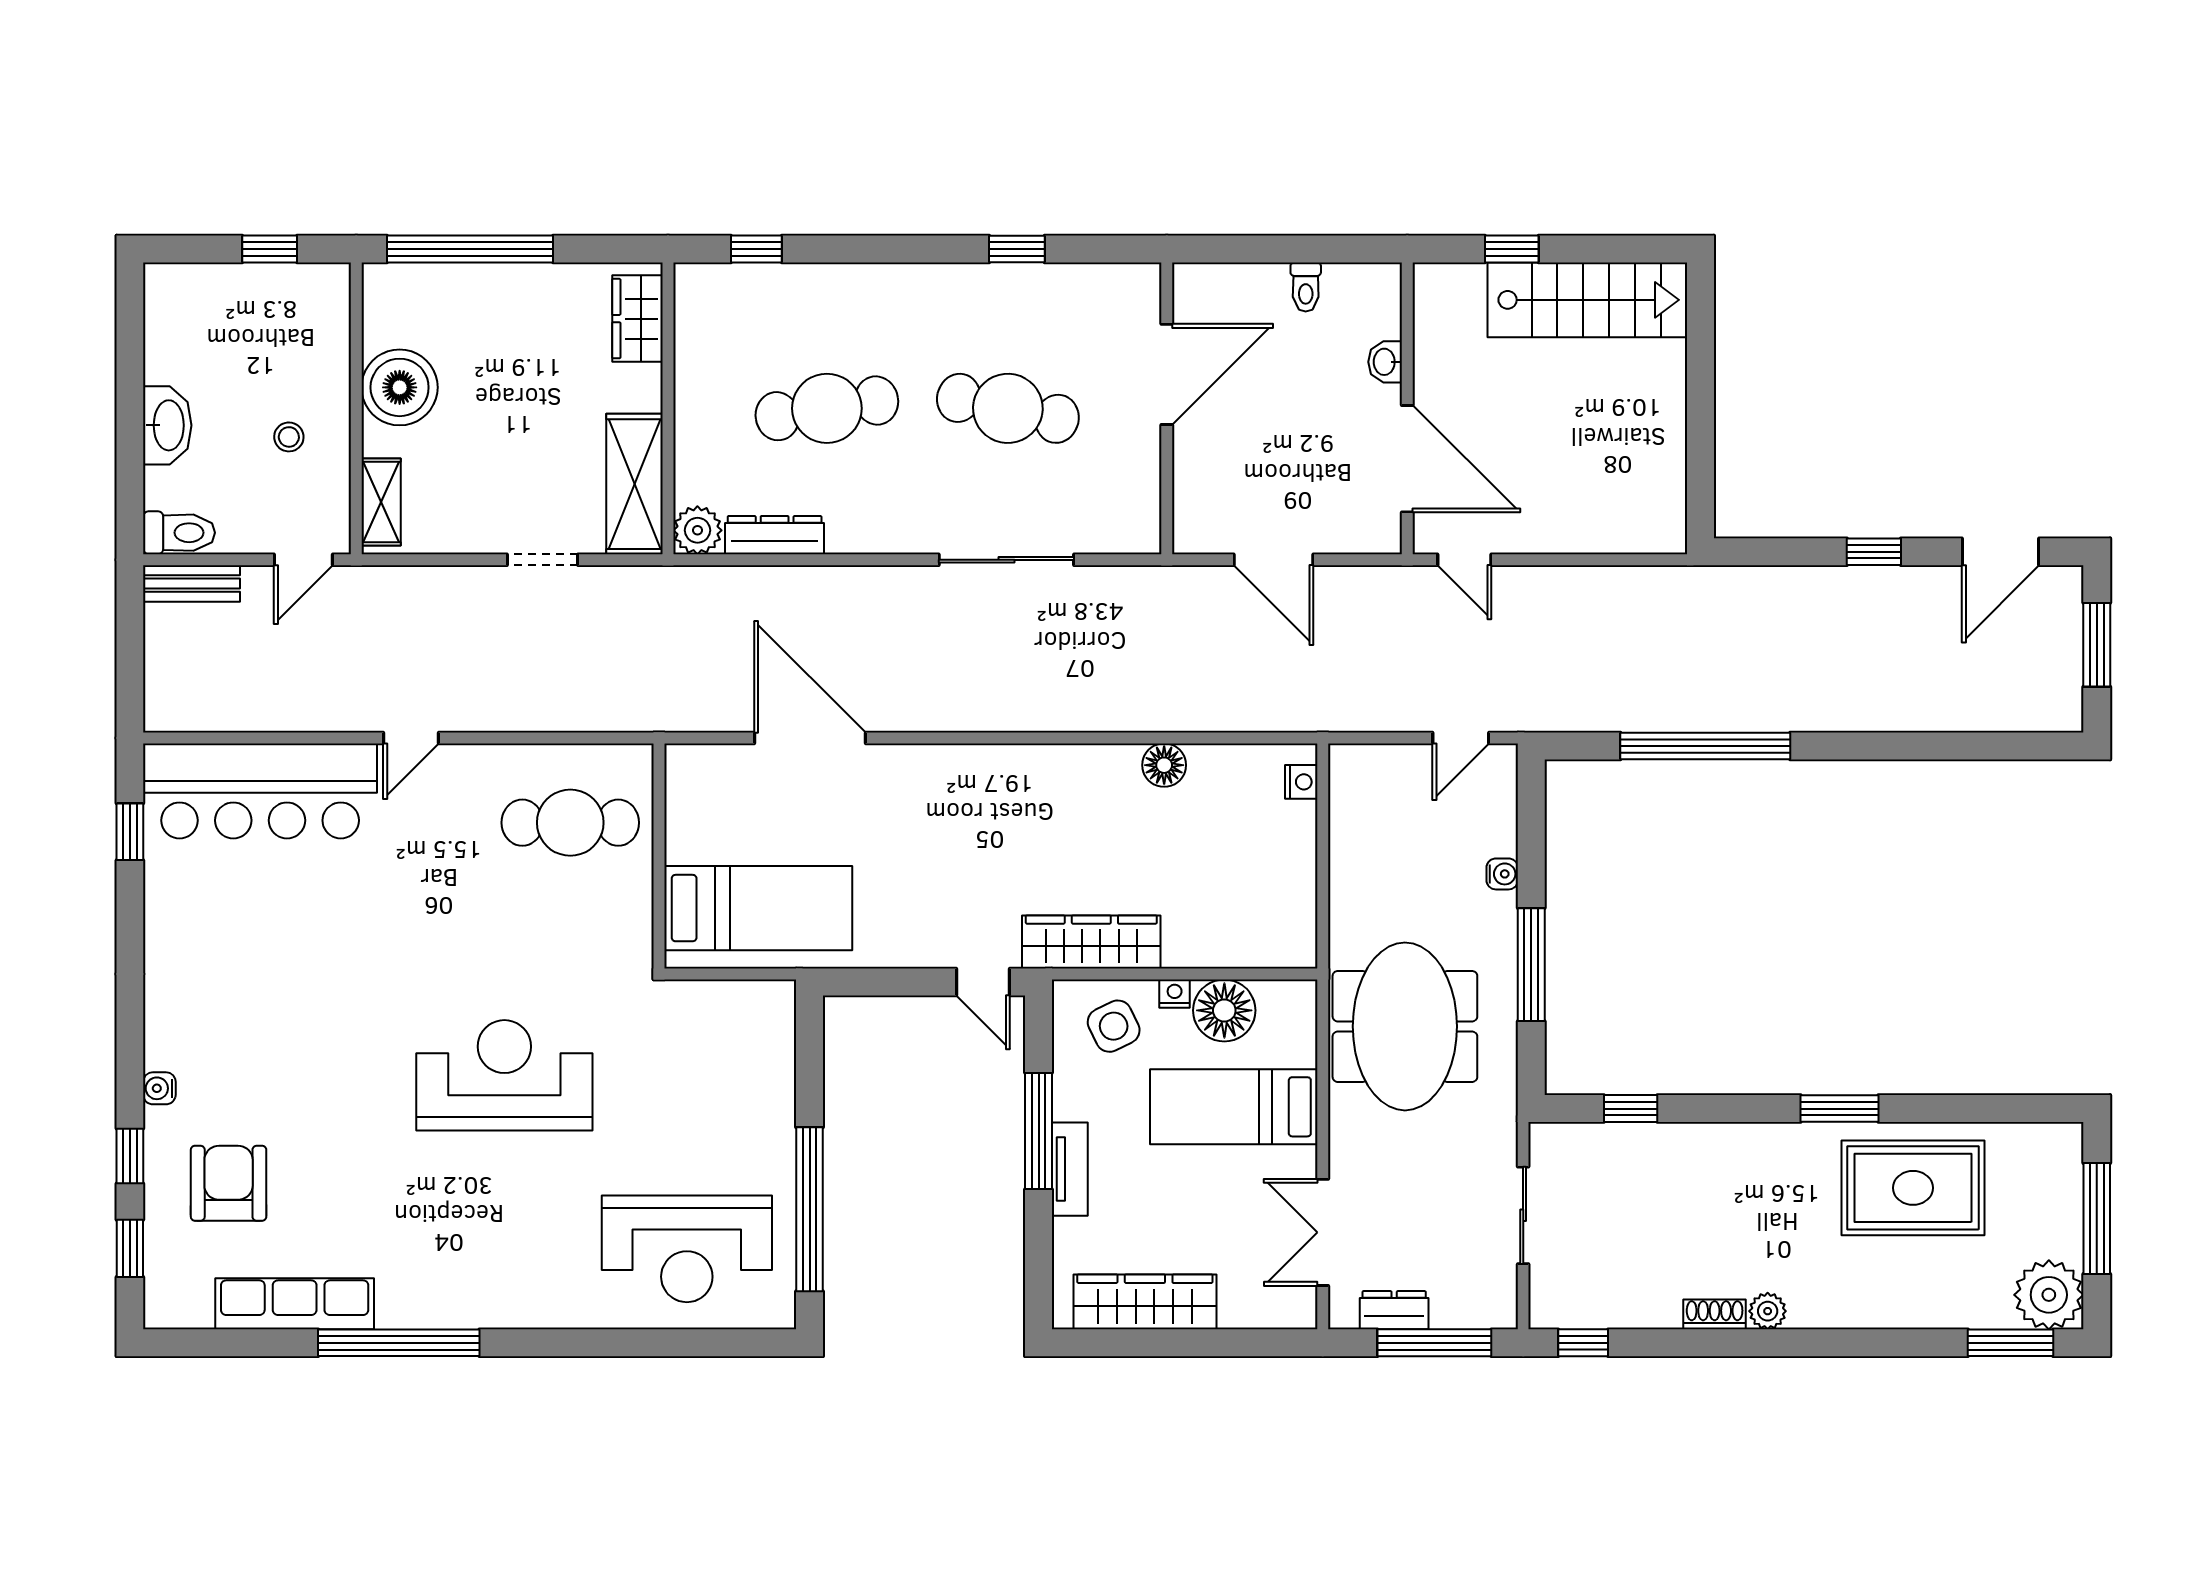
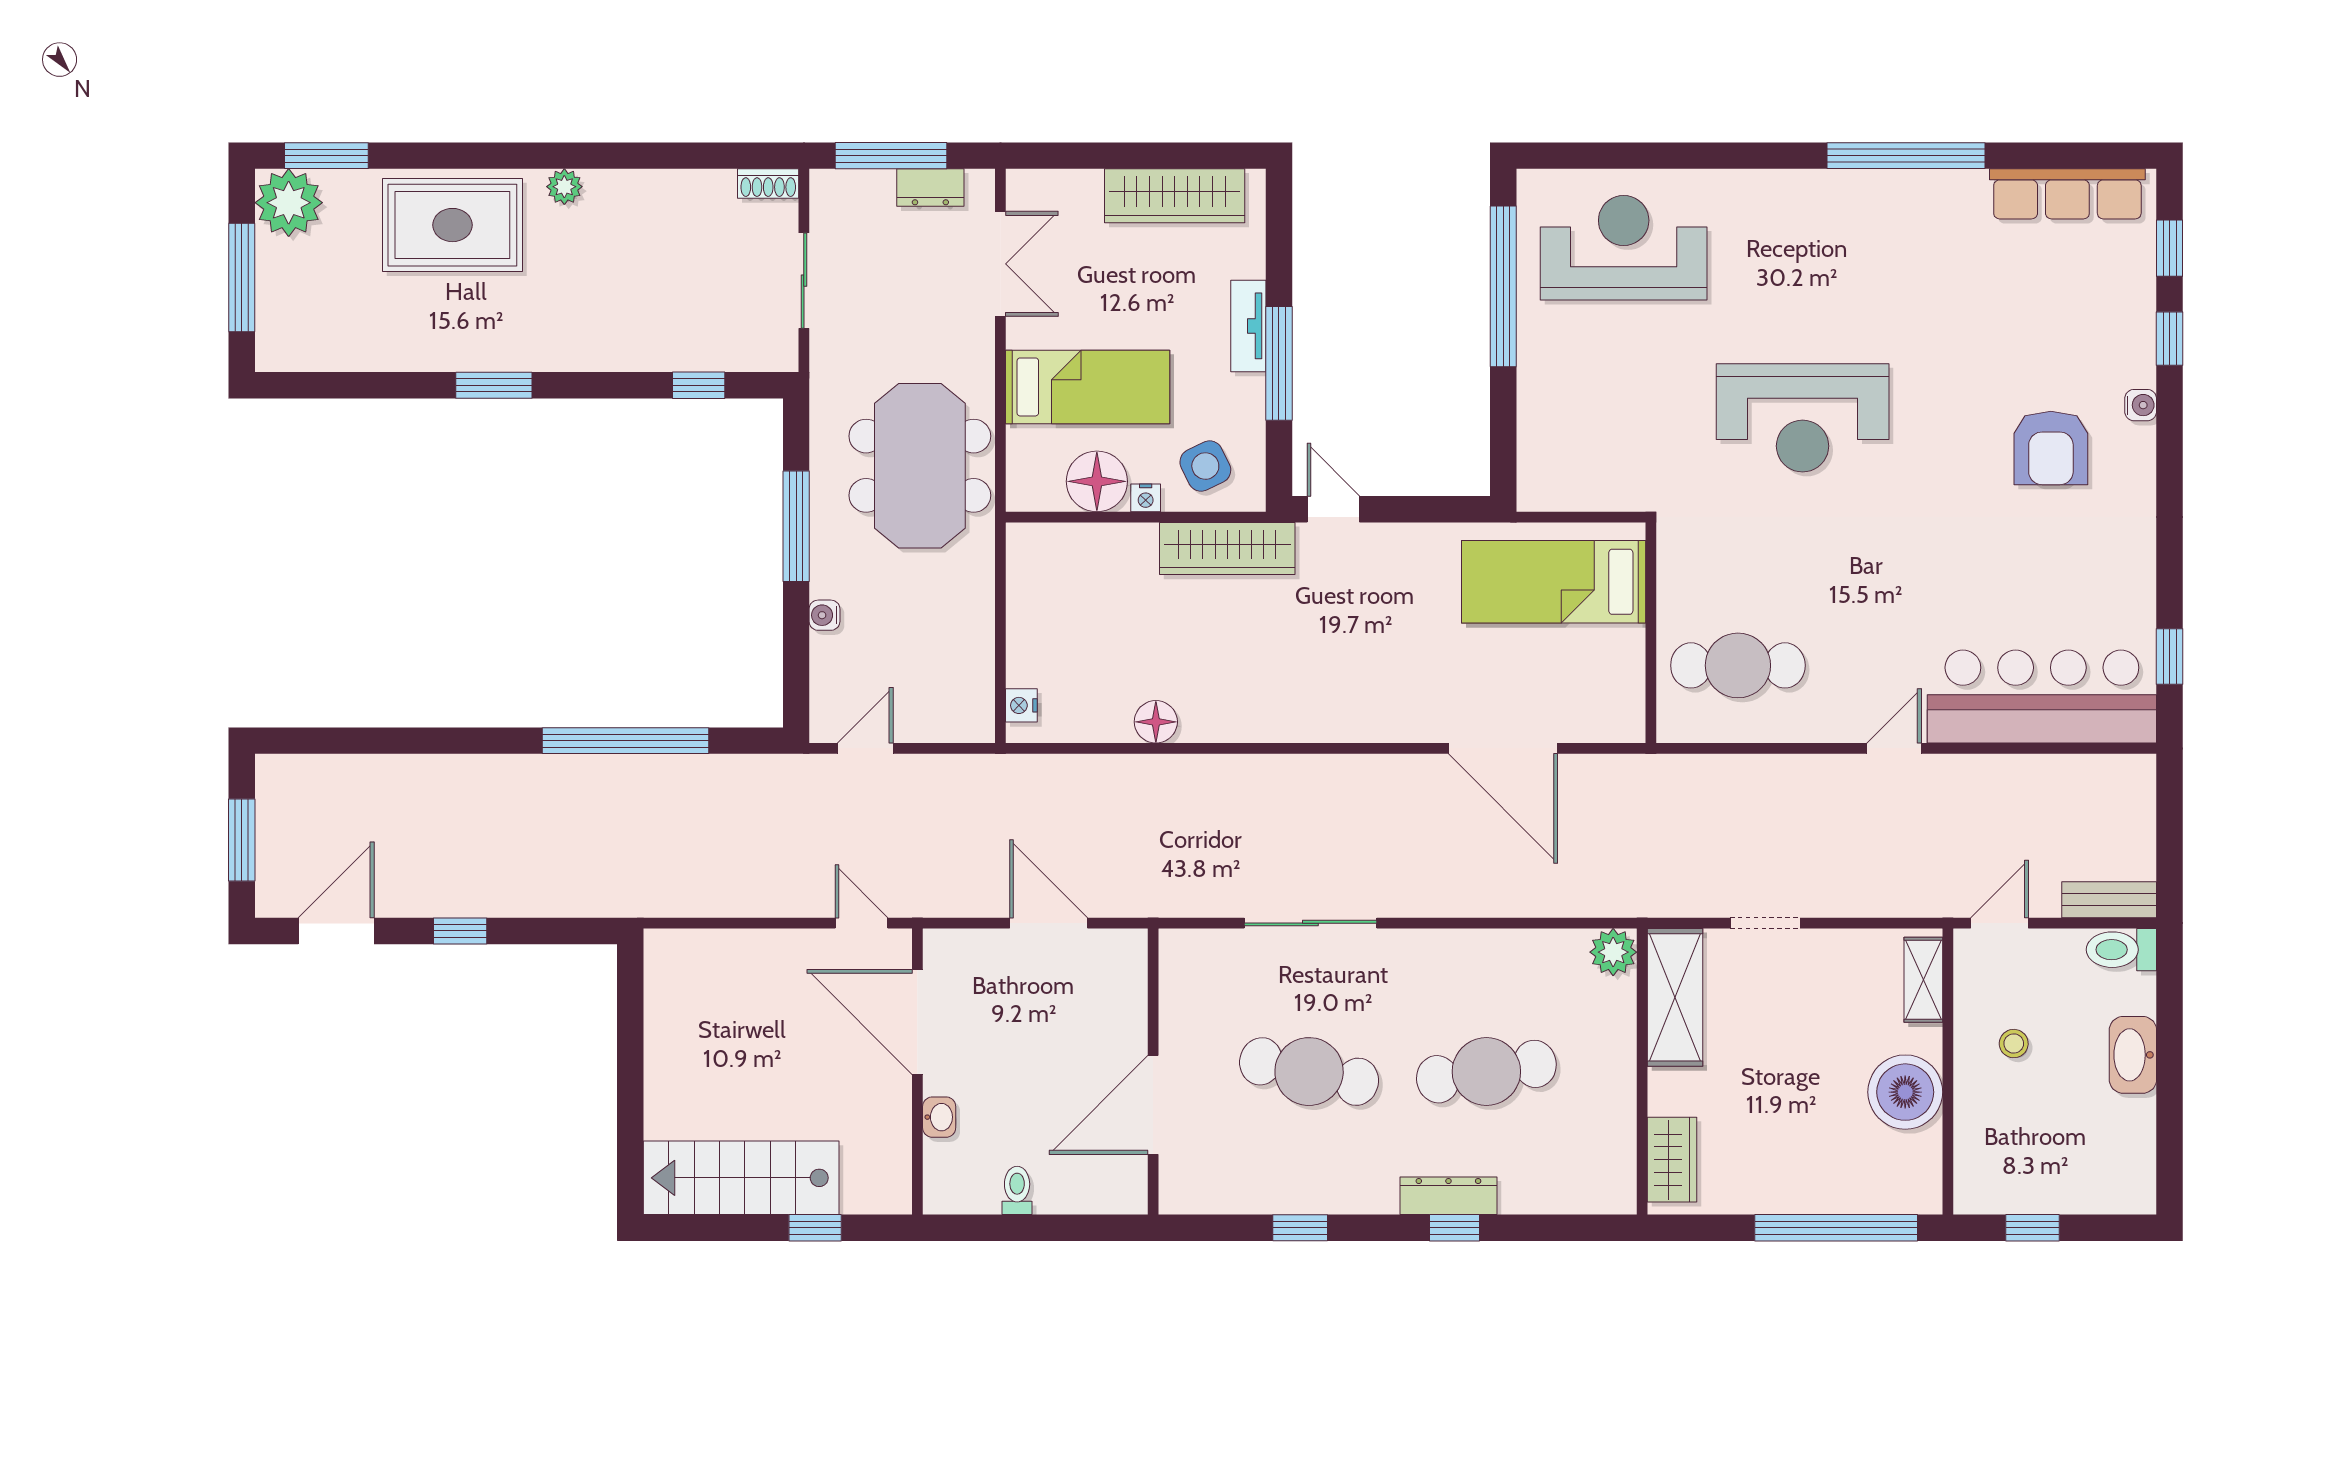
window: (756, 249) -> (1454, 1228), moved
dresser: (775, 535) -> (1448, 1196), moved, turned 180
armchair: (229, 1183) -> (2051, 448), moved
rug: (1913, 1188) -> (452, 225), moved
row of seats: (295, 1304) -> (2067, 194), moved
shoe rack: (1715, 1314) -> (768, 184), moved
window: (1583, 1343) -> (745, 156), removed

